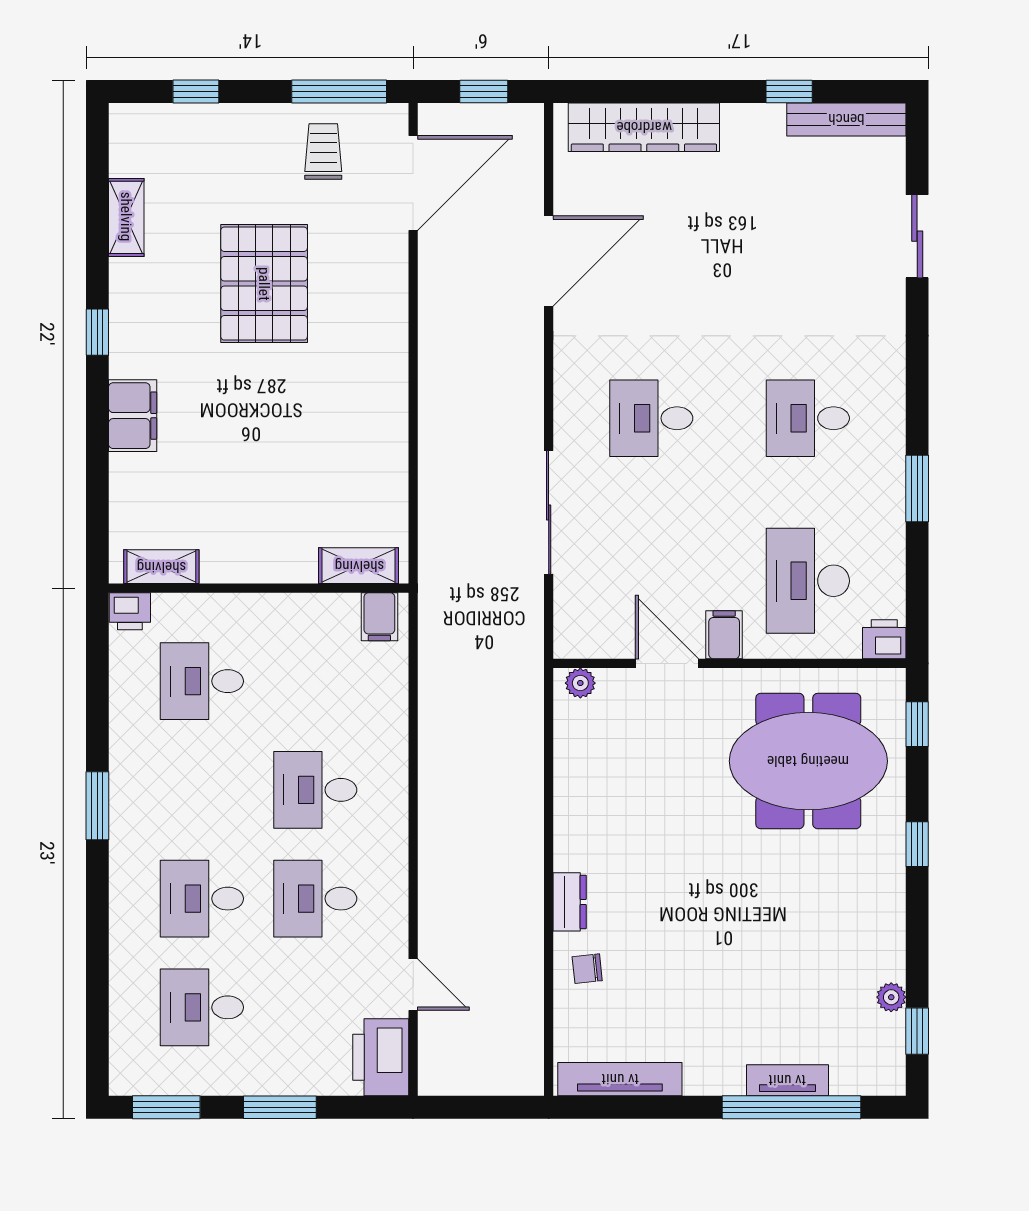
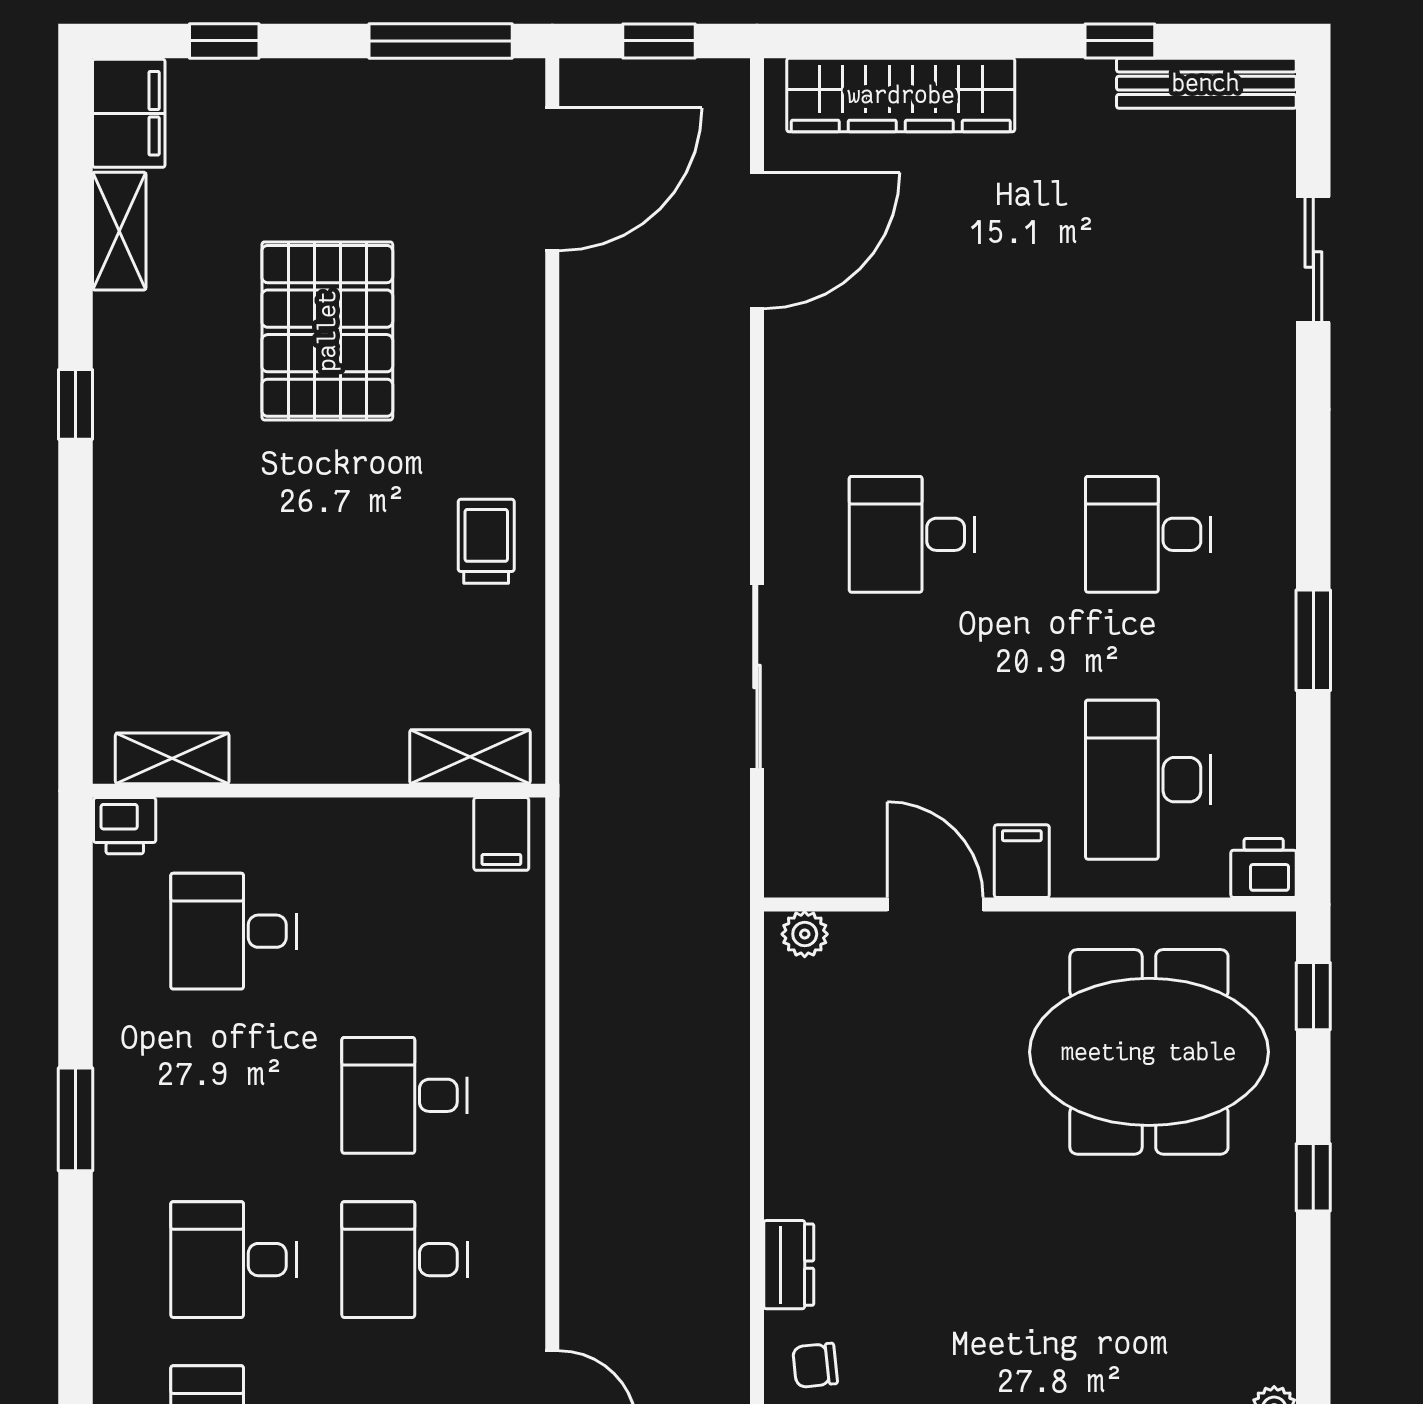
trolley: (323, 152) -> (486, 541), moved
door: (549, 261) -> (757, 241), moved
filing cabinet: (133, 416) -> (129, 113), moved

